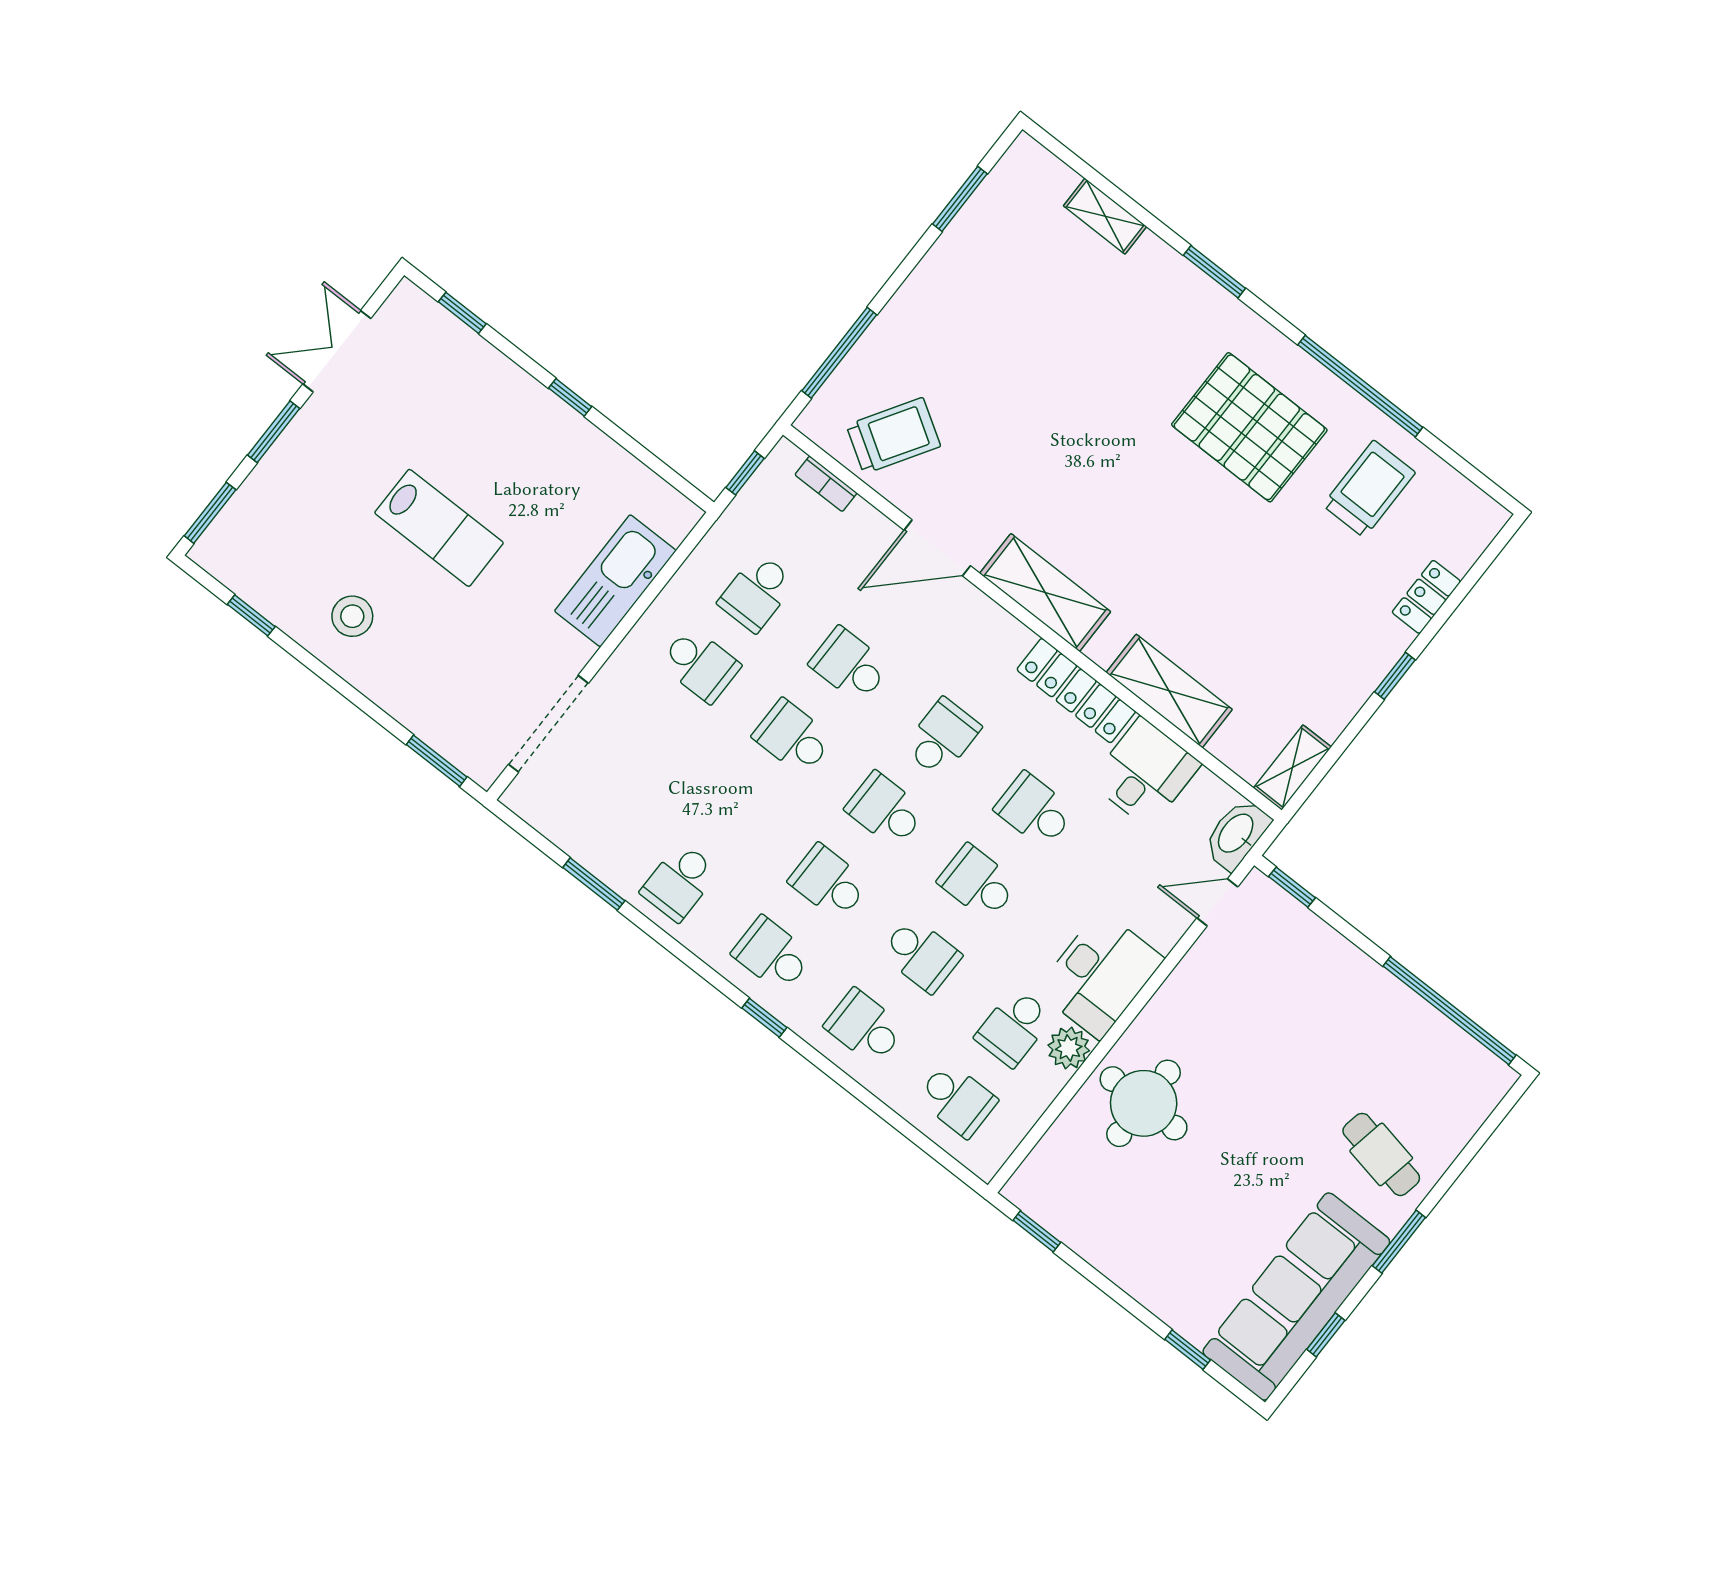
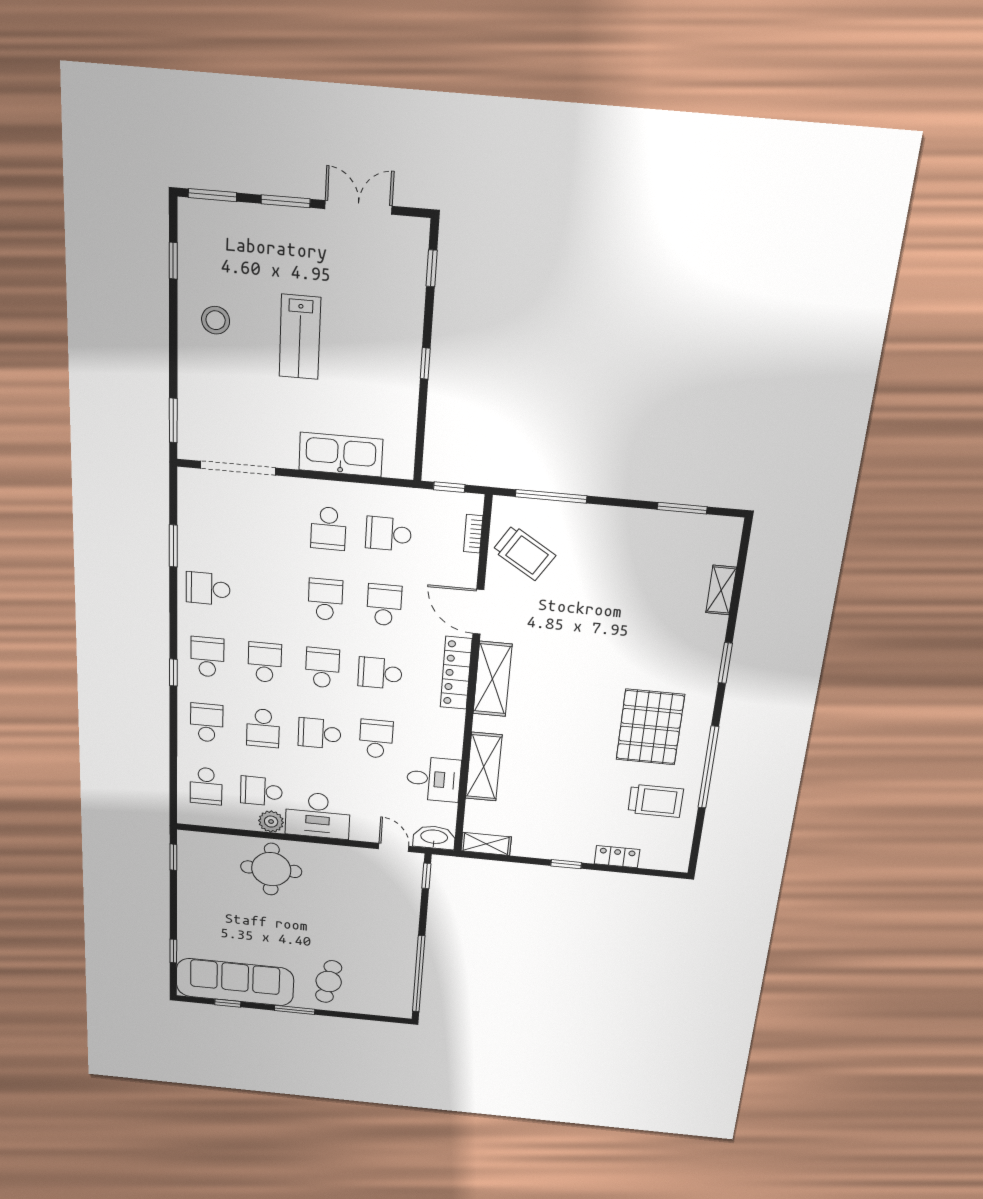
locker: (1076, 691) -> (456, 673), moved
school desk: (942, 738) -> (380, 673), turned 180
school desk: (978, 882) -> (319, 733), turned -90

